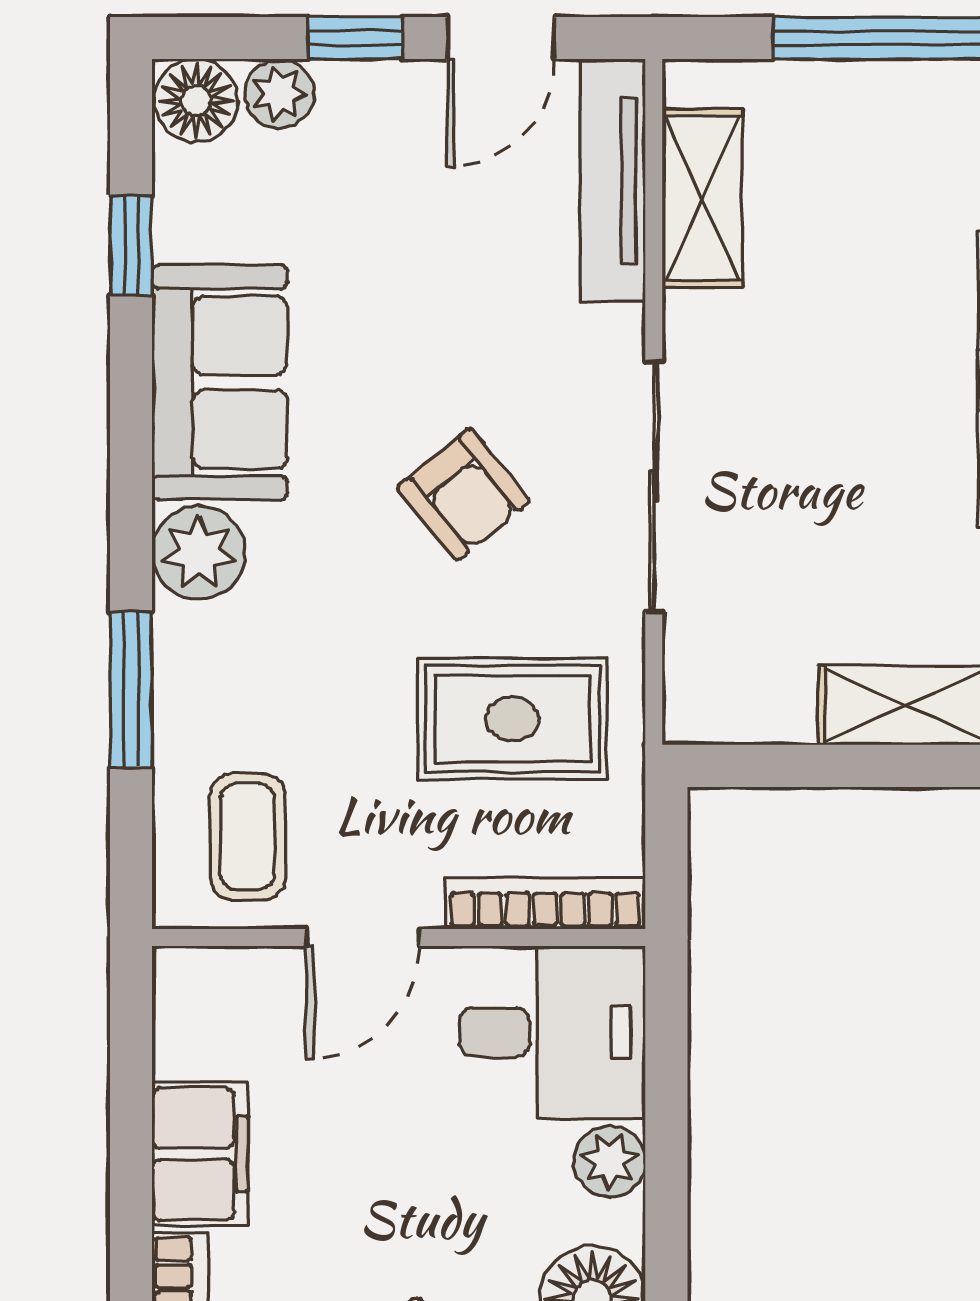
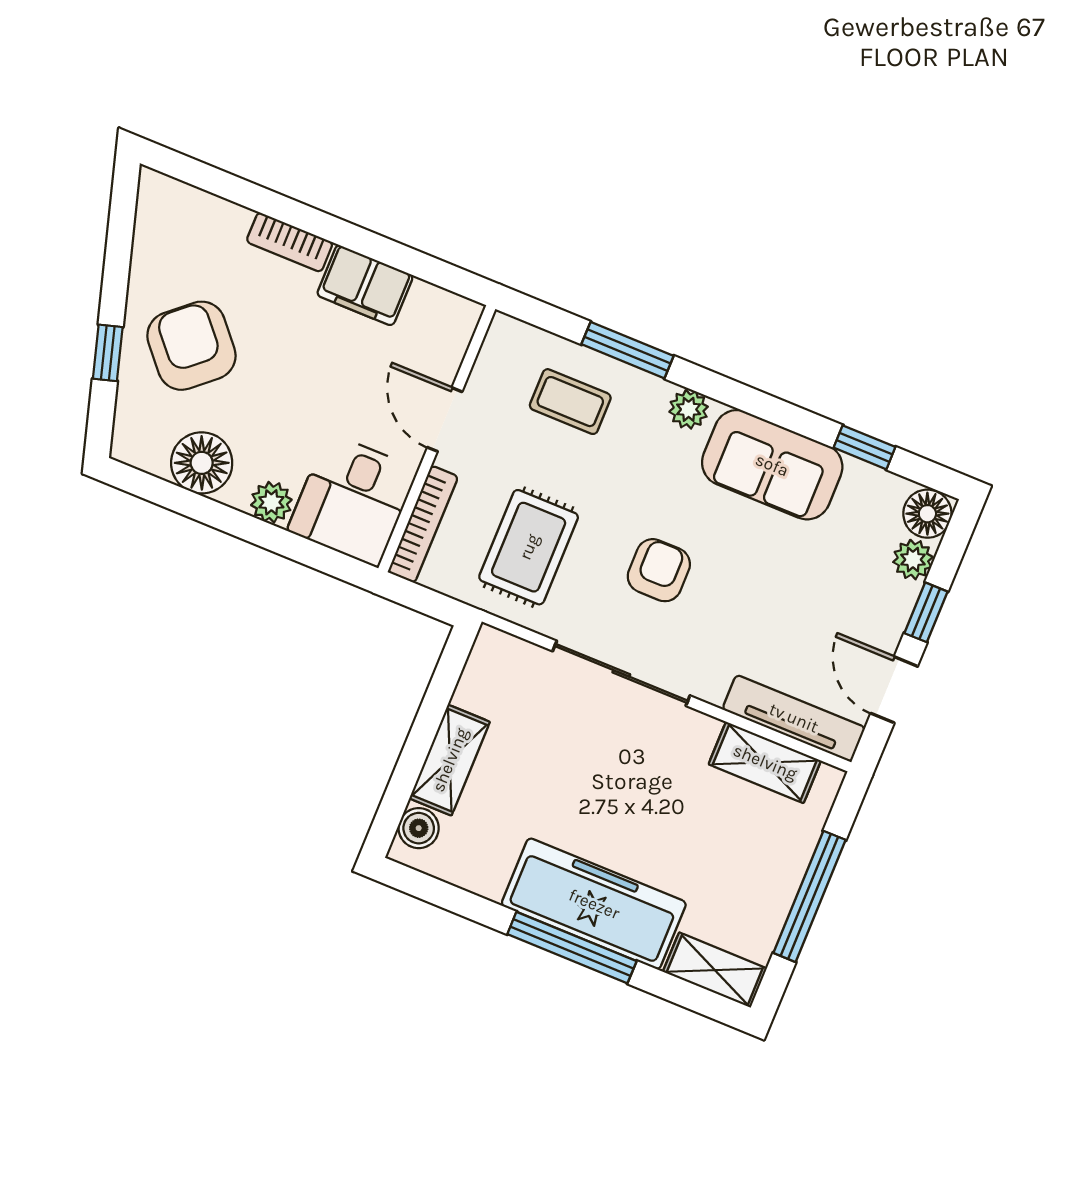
armchair: (464, 495) -> (659, 570), turned 129
plant: (199, 553) -> (689, 409), width x0.73, depth x0.73
coffee table: (248, 837) -> (570, 402), moved

